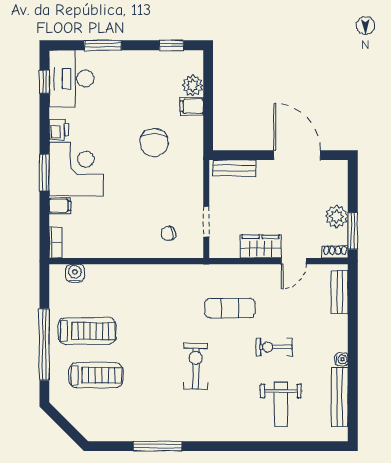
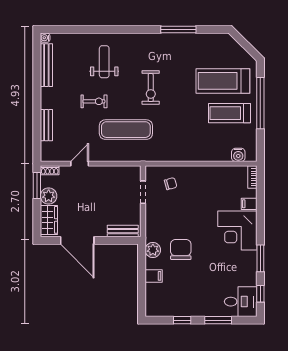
window: (171, 45) -> (182, 320), moved
desk: (72, 79) -> (241, 302), width x0.73
plant: (193, 85) -> (153, 250), moved
printer: (59, 130) -> (250, 259), removed
window: (44, 172) -> (260, 258), moved
wardrobe: (261, 246) -> (49, 220), moved, turned -90
bench: (340, 292) -> (46, 125), moved
exercise mat: (230, 308) -> (126, 130), width x1.36, depth x1.45
water cooler: (341, 359) -> (45, 38), moved
treadmill: (96, 375) -> (223, 81), width x1.37, depth x1.38
weight bench: (281, 404) -> (104, 62), moved

